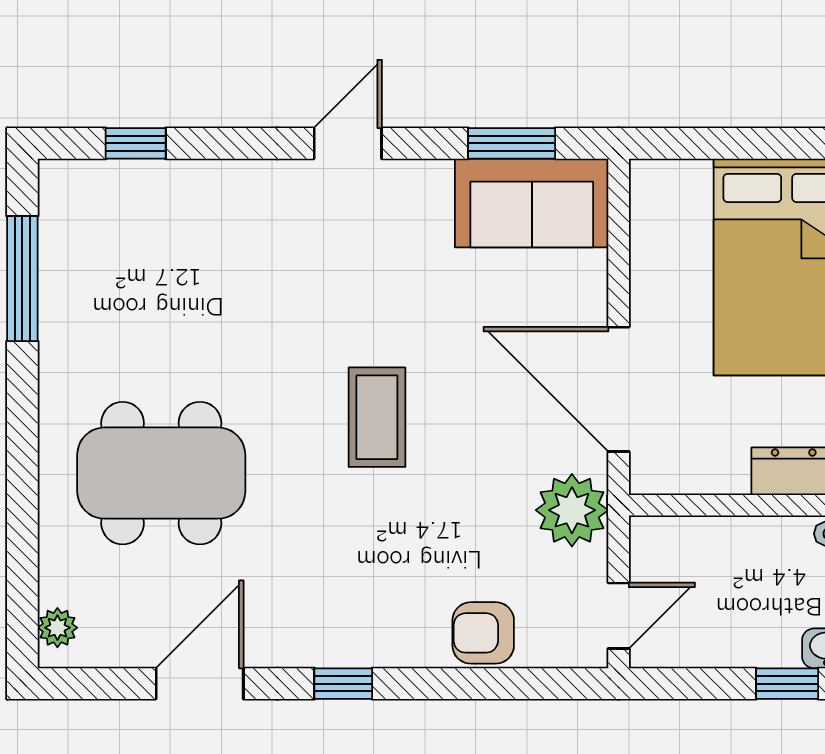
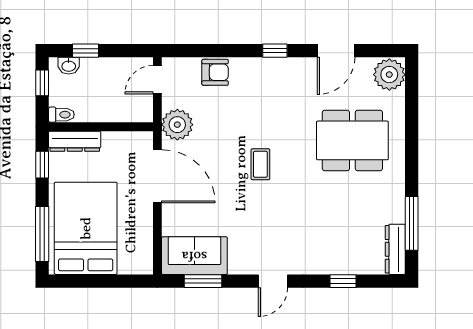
window: (136, 143) -> (343, 281), moved
dresser: (61, 218) -> (395, 249), added
coffee table: (377, 417) -> (260, 164), width x0.73, depth x0.77
plant: (57, 628) -> (389, 75), width x1.87, depth x1.87

